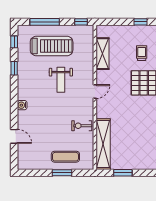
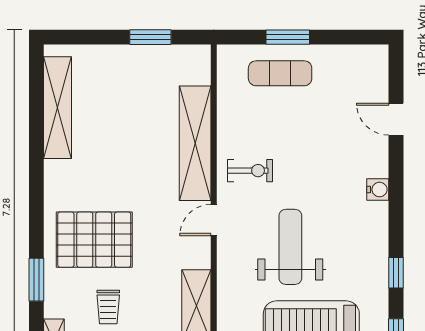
weight bench: (61, 80) -> (290, 247), width x1.36, depth x1.33
exercise bike: (82, 126) -> (250, 171), moved
shelving: (103, 144) -> (195, 143), moved

